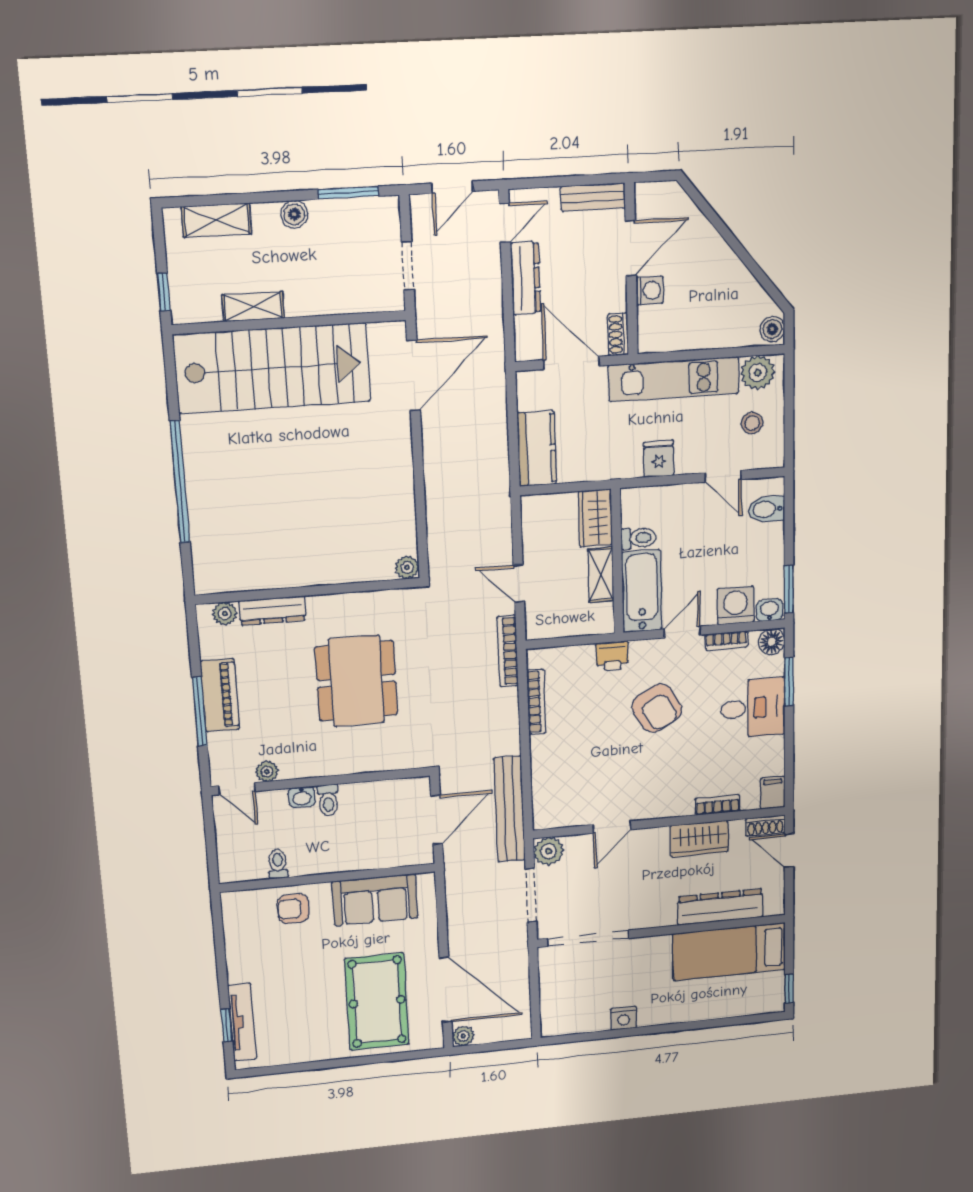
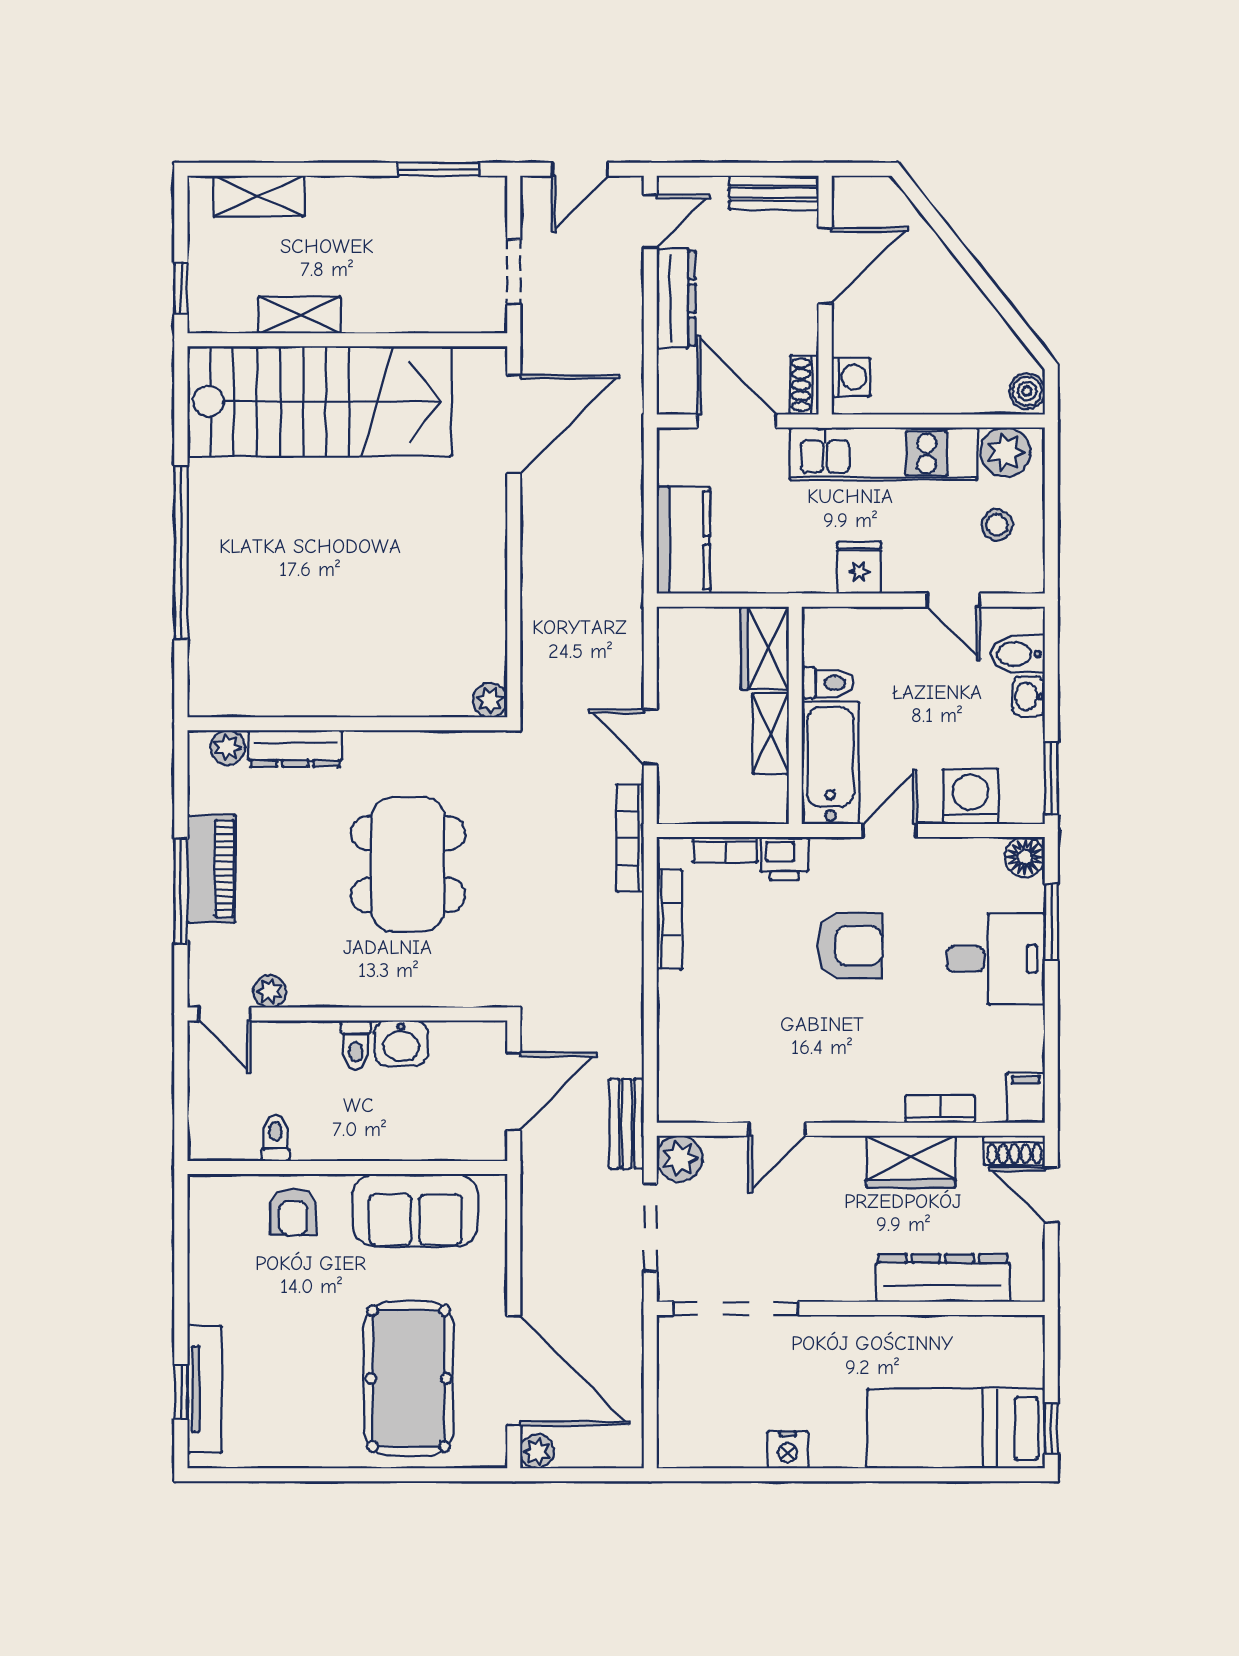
boiler: (294, 214) -> (364, 194), removed
washing machine: (650, 291) -> (851, 377), moved
washbasin: (769, 610) -> (1029, 696), moved, turned -90
bookcase: (726, 641) -> (725, 850), moved
armchair: (657, 708) -> (850, 946), turned -60
washbasin: (302, 797) -> (401, 1043), moved, width x1.38, depth x1.45
bench: (509, 809) -> (627, 1124), width x0.54, depth x0.82
armchair: (293, 908) -> (293, 1212), turned -90
bed: (729, 952) -> (956, 1428), moved

